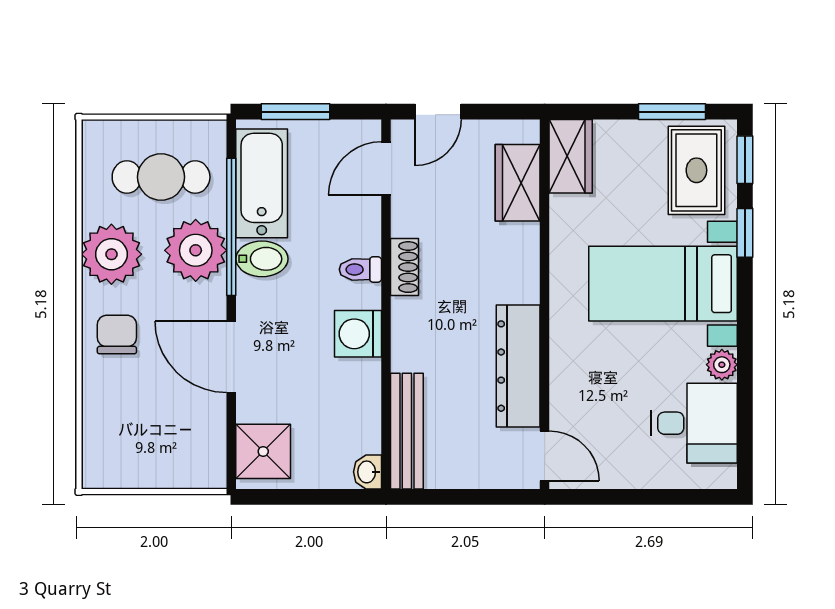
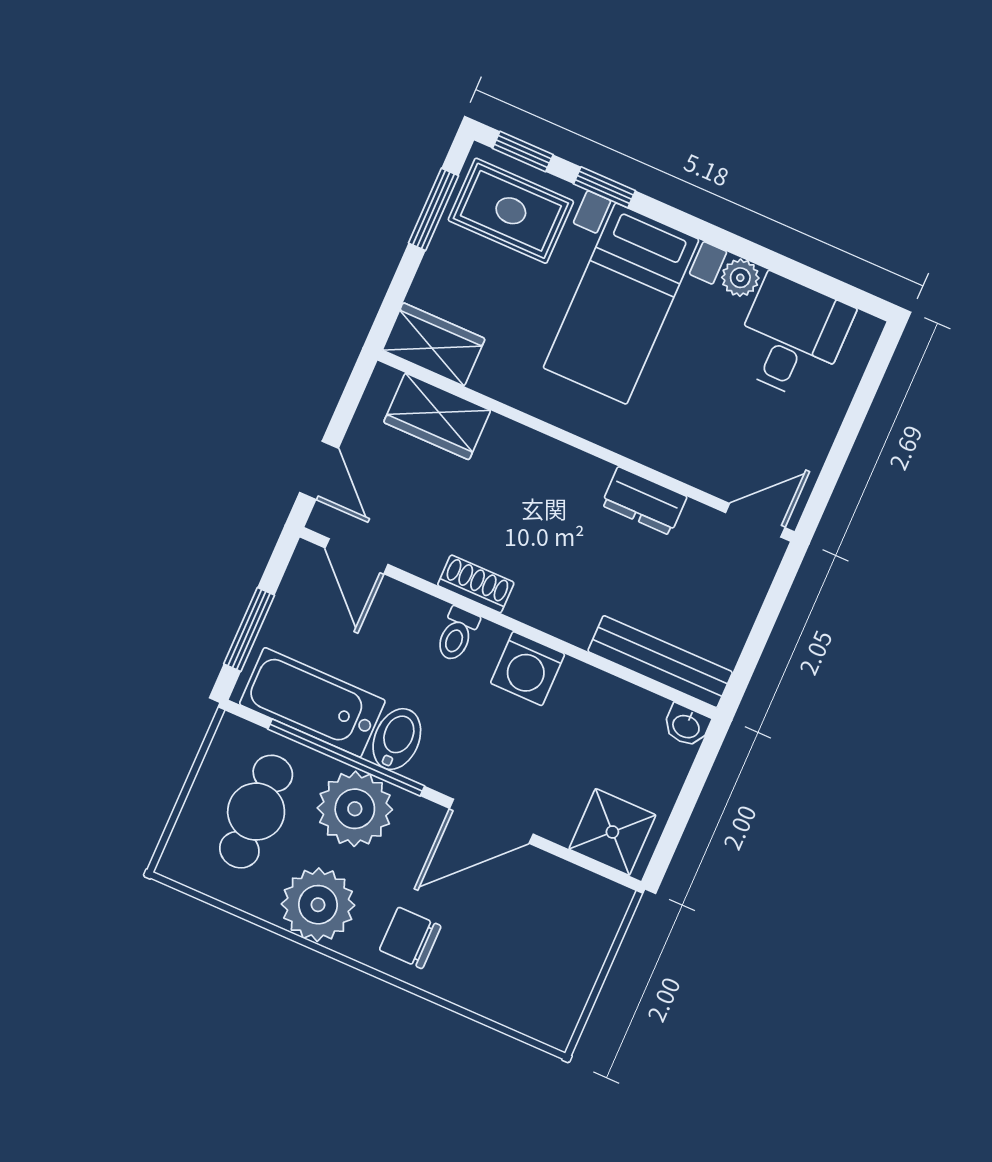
dresser: (518, 366) -> (644, 501), width x0.51, depth x0.80

